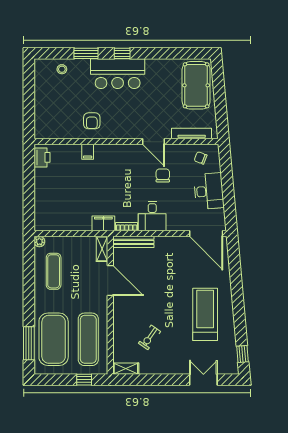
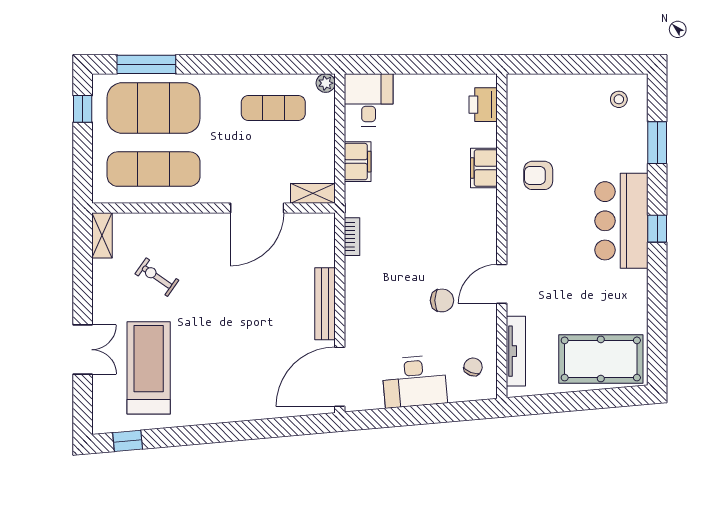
window: (86, 53) -> (657, 143), moved
stool: (62, 69) -> (619, 99), moved
filing cabinet: (88, 152) -> (484, 168), width x2.00
printer: (42, 157) -> (483, 105), moved, turned 90
desk: (152, 216) -> (369, 100), moved, turned 90
filing cabinet: (103, 223) -> (358, 162), moved
bench: (133, 242) -> (325, 304), moved
treadmill: (205, 314) -> (149, 368), moved, turned -90
window: (84, 380) -> (83, 109), moved
double door: (203, 380) -> (83, 350), moved

